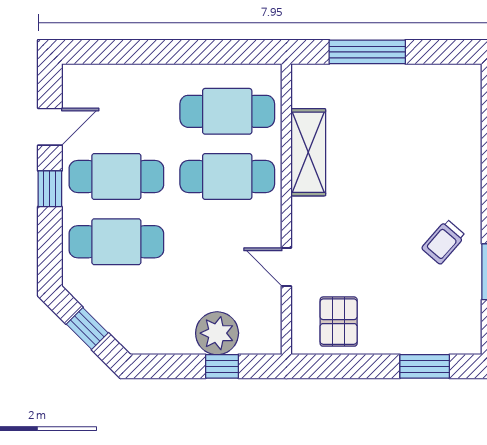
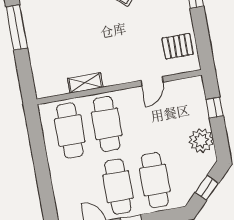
window: (367, 52) -> (17, 27), moved
shelving: (308, 152) -> (85, 83), width x0.67, depth x0.75
plant: (217, 333) -> (201, 141), moved

